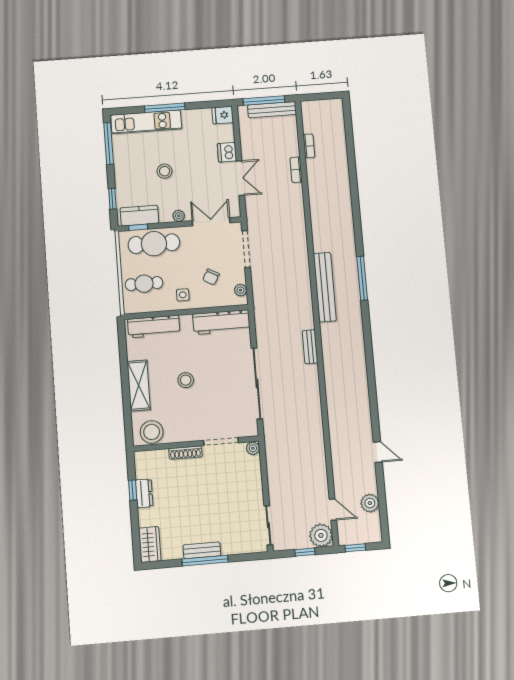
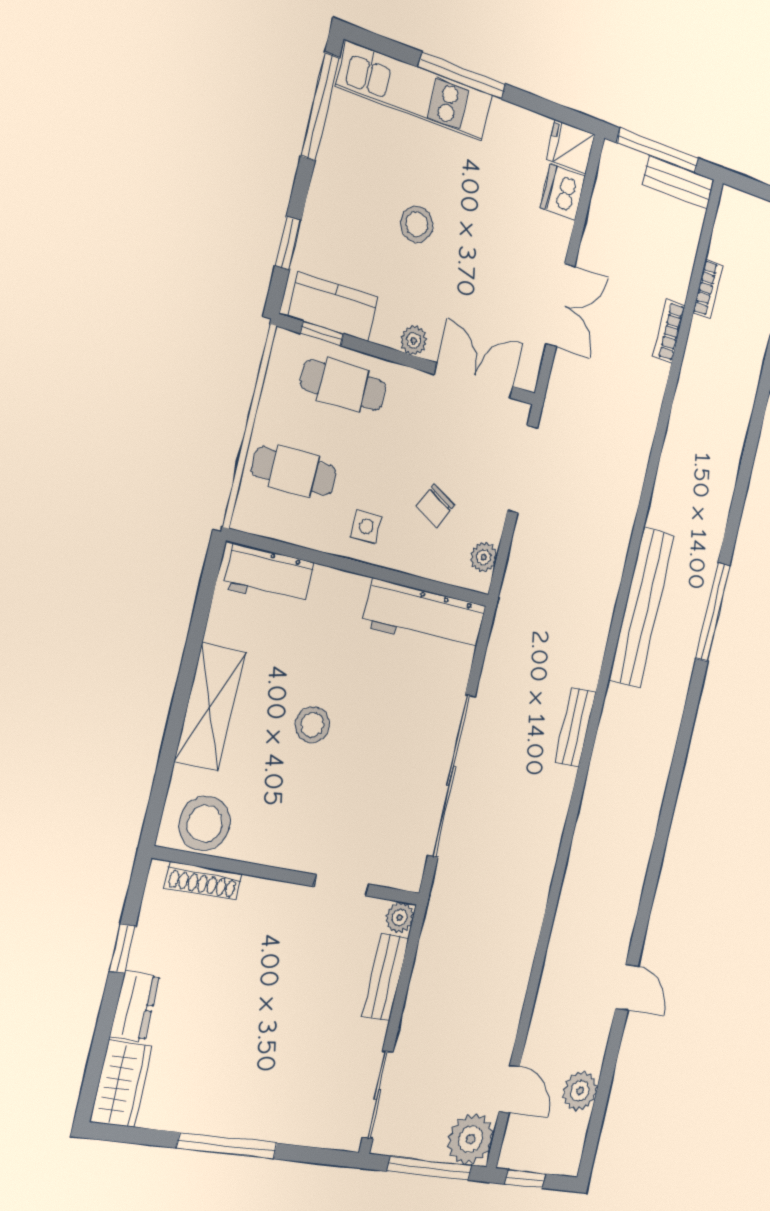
bench: (272, 110) -> (678, 183), width x0.73
dishwasher: (227, 152) -> (563, 192), moved
cafe table: (154, 244) -> (343, 385), width x0.73, depth x0.74
workbench: (154, 327) -> (269, 575), width x0.73
doorway: (221, 442) -> (341, 885), width x0.73
shoe rack: (185, 453) -> (203, 881), moved
dresser: (144, 493) -> (135, 1006), moved
bench: (202, 550) -> (385, 977), moved, turned 90
window: (305, 552) -> (430, 1168), width x2.17

